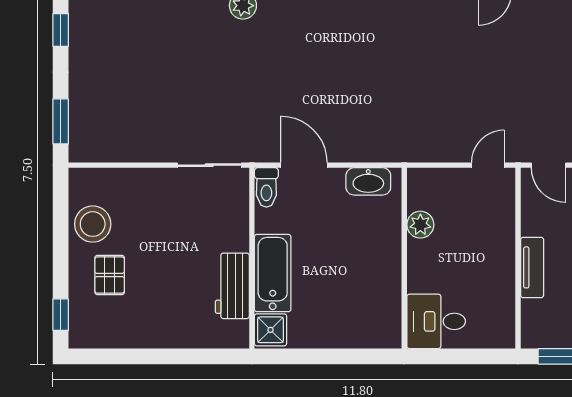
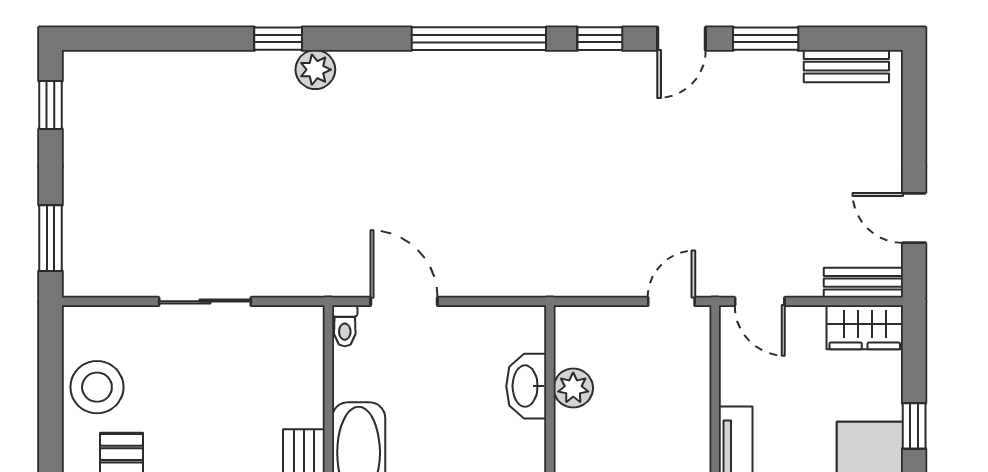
sliding door: (209, 165) -> (205, 301), moved
washbasin: (368, 181) -> (526, 386), moved, turned 90
toilet: (266, 187) -> (345, 326), width x0.73, depth x0.72

